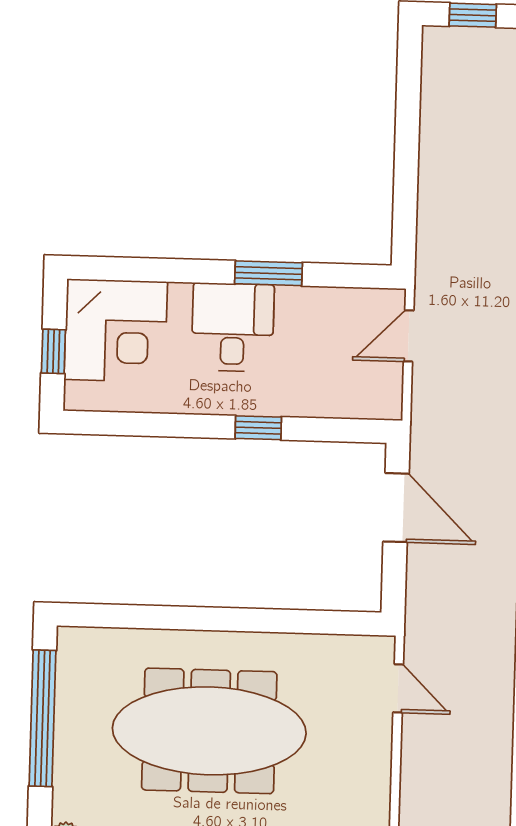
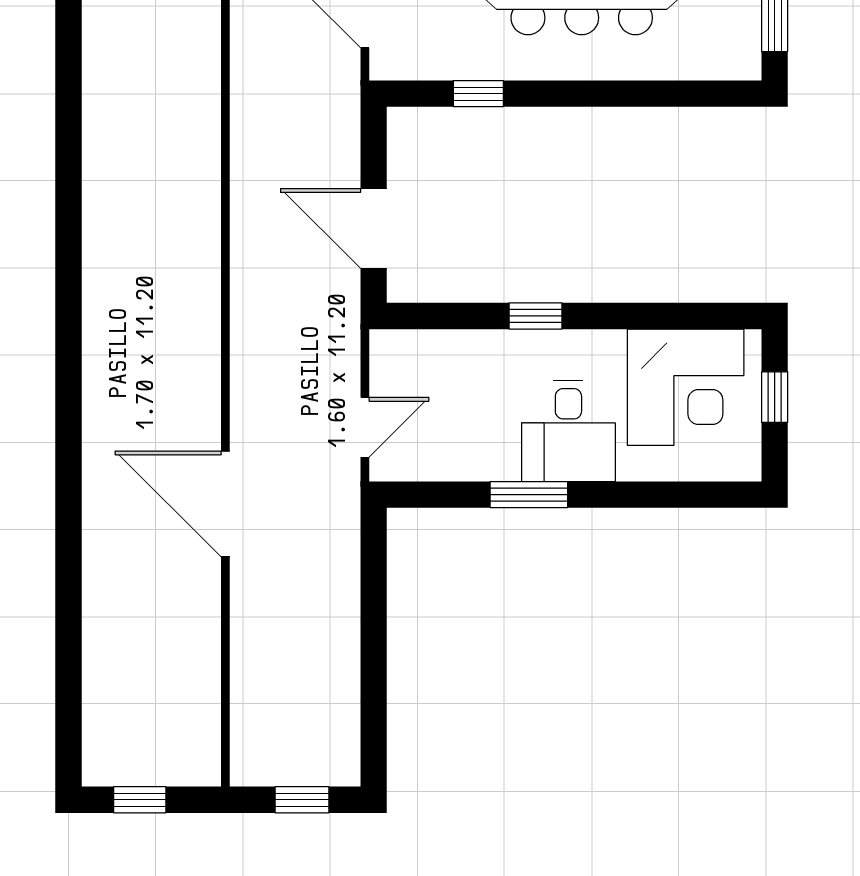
corner desk: (116, 330) -> (686, 387), moved, turned 180
window: (302, 622) -> (478, 94), added

